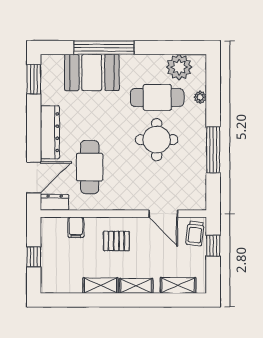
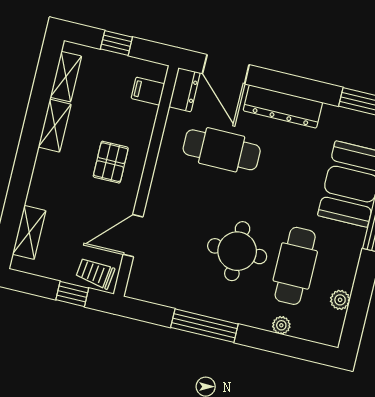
plant: (179, 67) -> (340, 300), width x0.53, depth x0.53
filing cabinet: (76, 227) -> (148, 91), moved
shelving: (136, 286) -> (66, 77), moved

